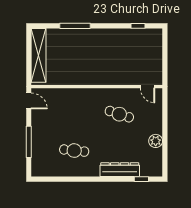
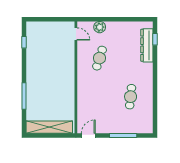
door: (148, 87) -> (76, 34), hinge flipped
plant: (156, 141) -> (100, 27), moved
dresser: (120, 170) -> (147, 45), moved

